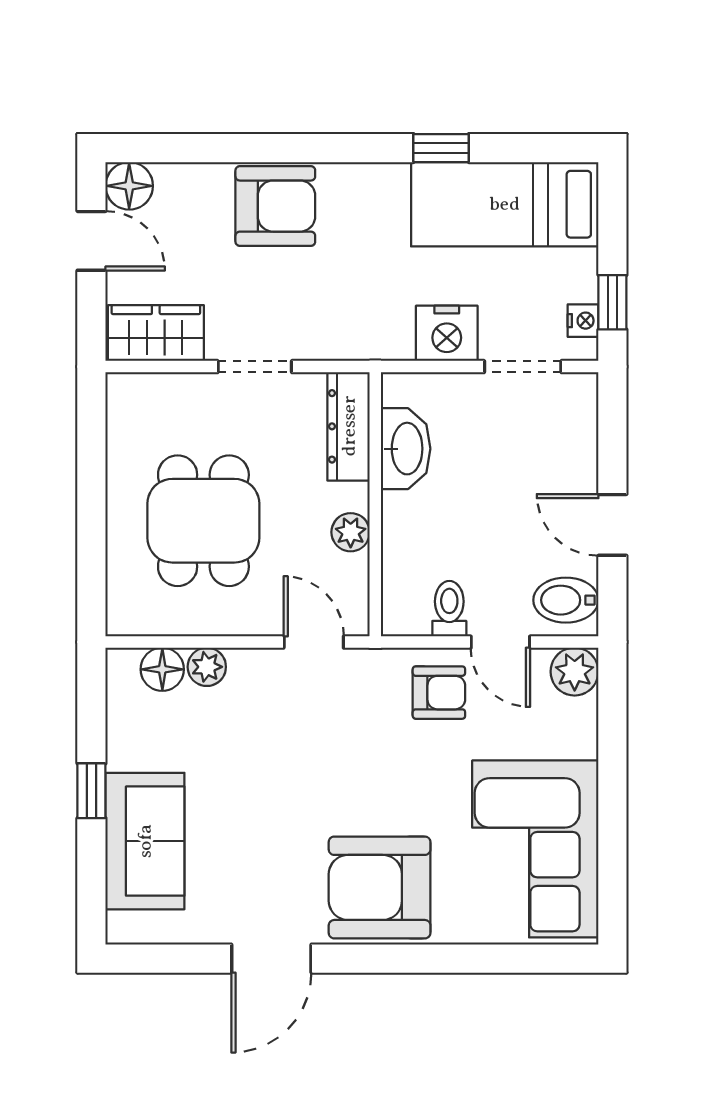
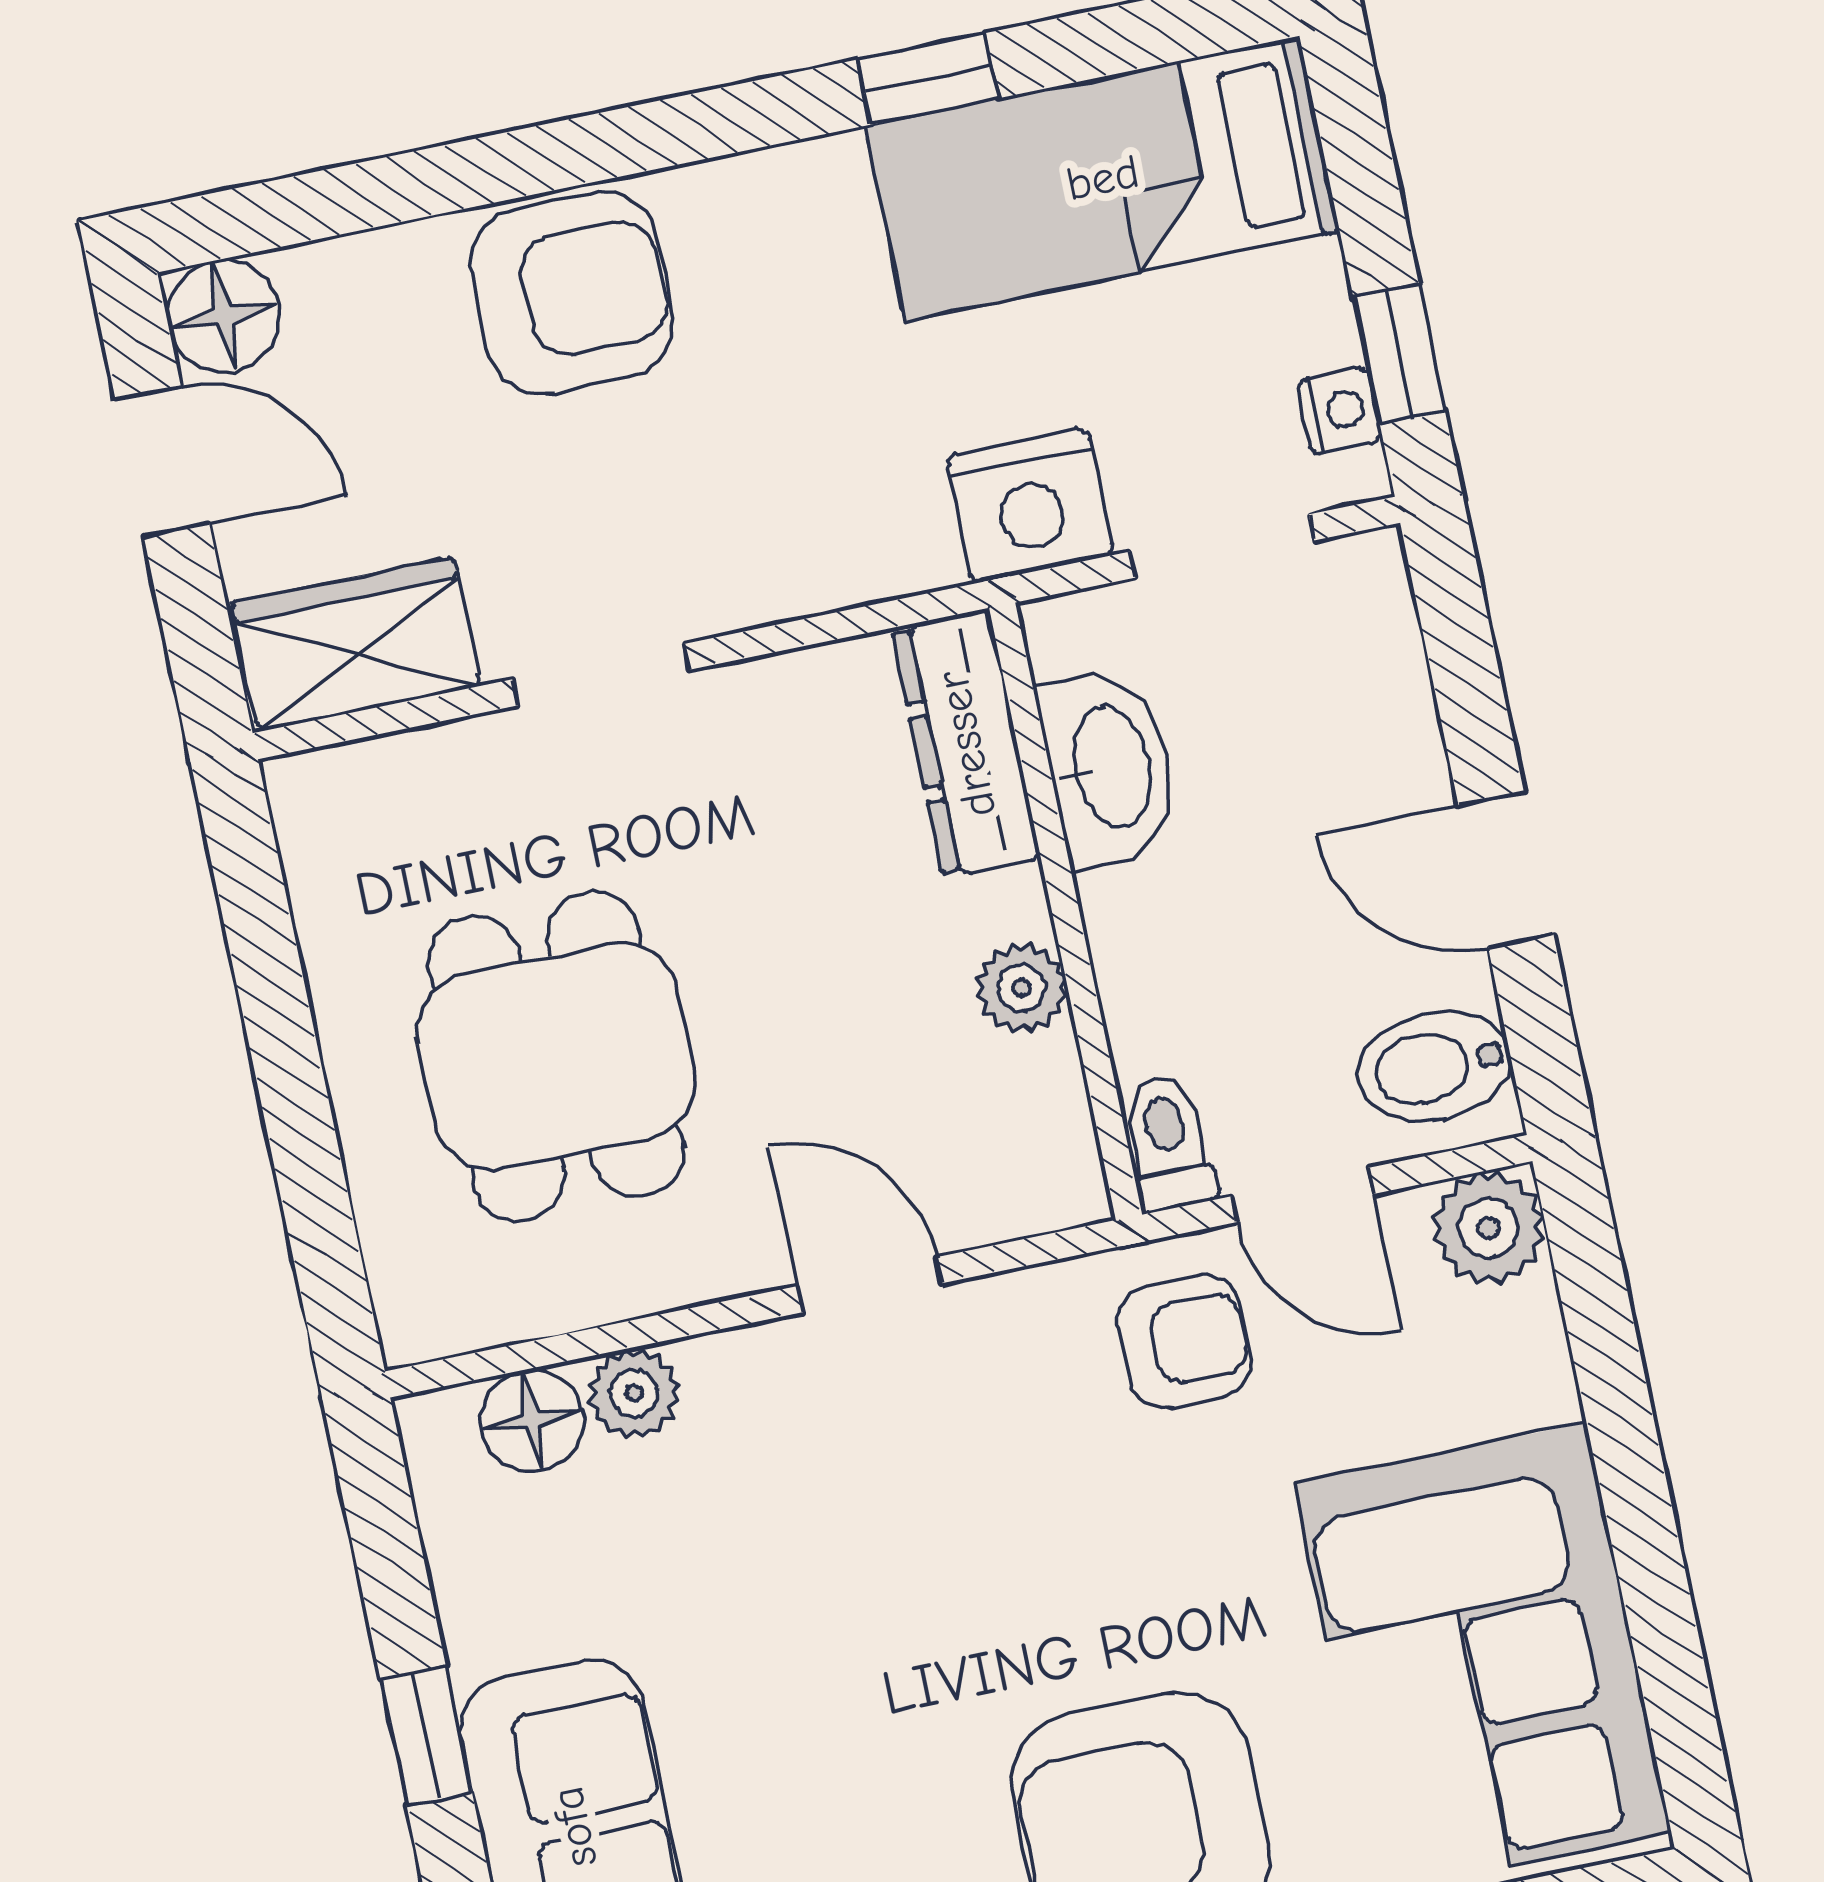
dresser: (349, 426) -> (966, 744), moved
washbasin: (406, 449) -> (1109, 768), moved
wall: (375, 504) -> (1066, 911), moved
plant: (351, 532) -> (1022, 988), moved

